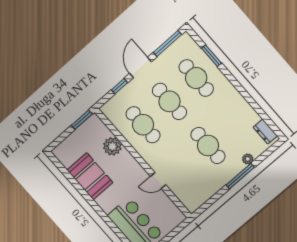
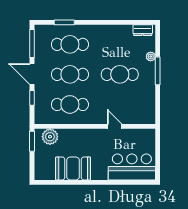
plant: (112, 146) -> (50, 137), moved
door: (158, 181) -> (115, 126), swing flipped

